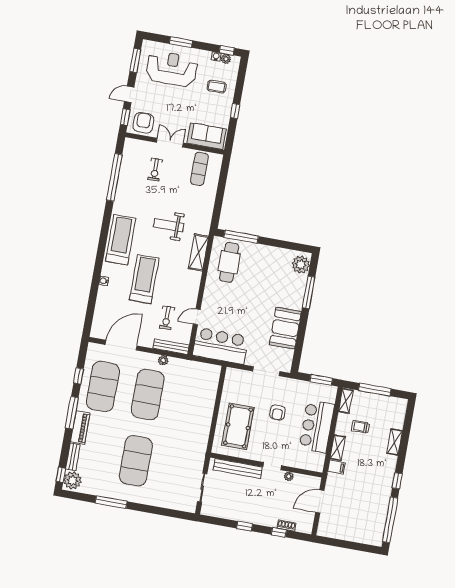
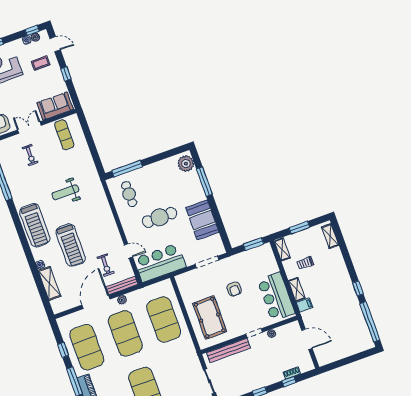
door: (241, 77) -> (55, 44), added
treadmill: (121, 240) -> (35, 225), turned 180
shelving: (199, 252) -> (49, 283), moved
cafe table: (229, 262) -> (129, 194), width x0.73, depth x0.74
treadmill: (144, 279) -> (71, 245), turned 180
cafe table: (245, 302) -> (160, 217), added
door: (197, 317) -> (128, 251), swing flipped
door: (121, 345) -> (96, 302), moved
window: (375, 390) -> (299, 228), width x0.69
exercise mat: (193, 403) -> (164, 320), added
bar counter: (317, 426) -> (276, 297), moved
shelving: (395, 442) -> (330, 236), moved
door: (320, 502) -> (307, 339), swing flipped

